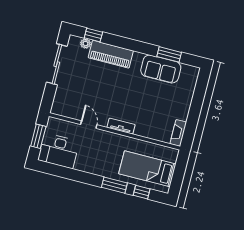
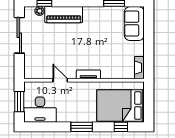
sofa: (161, 69) -> (134, 24), moved, turned 90
bed: (147, 169) -> (121, 105), width x1.50
window: (114, 185) -> (82, 127), moved

